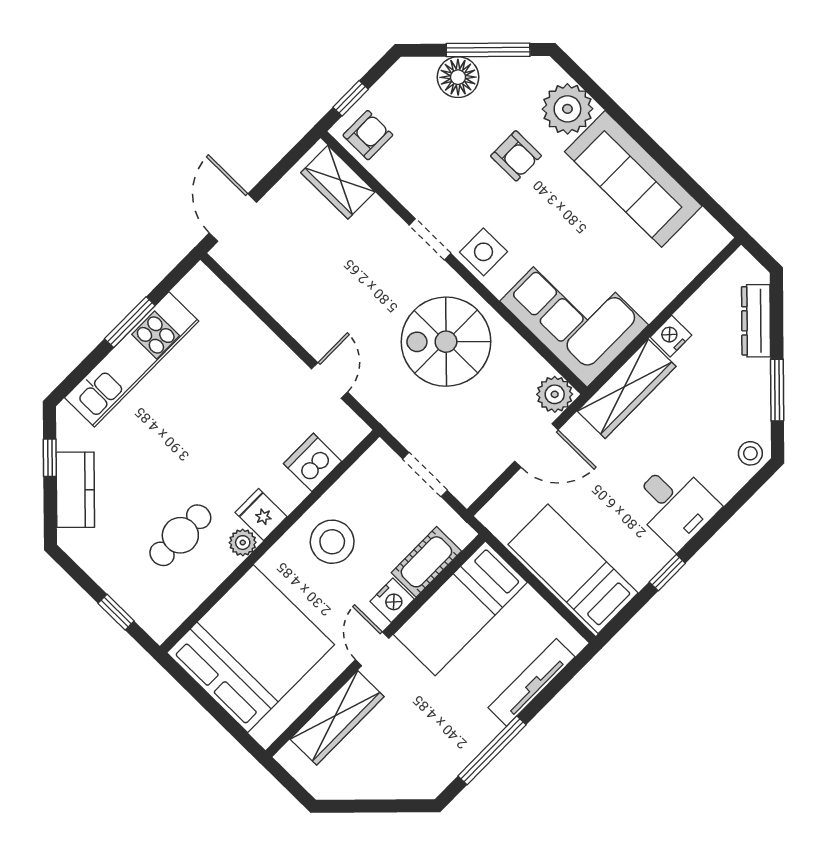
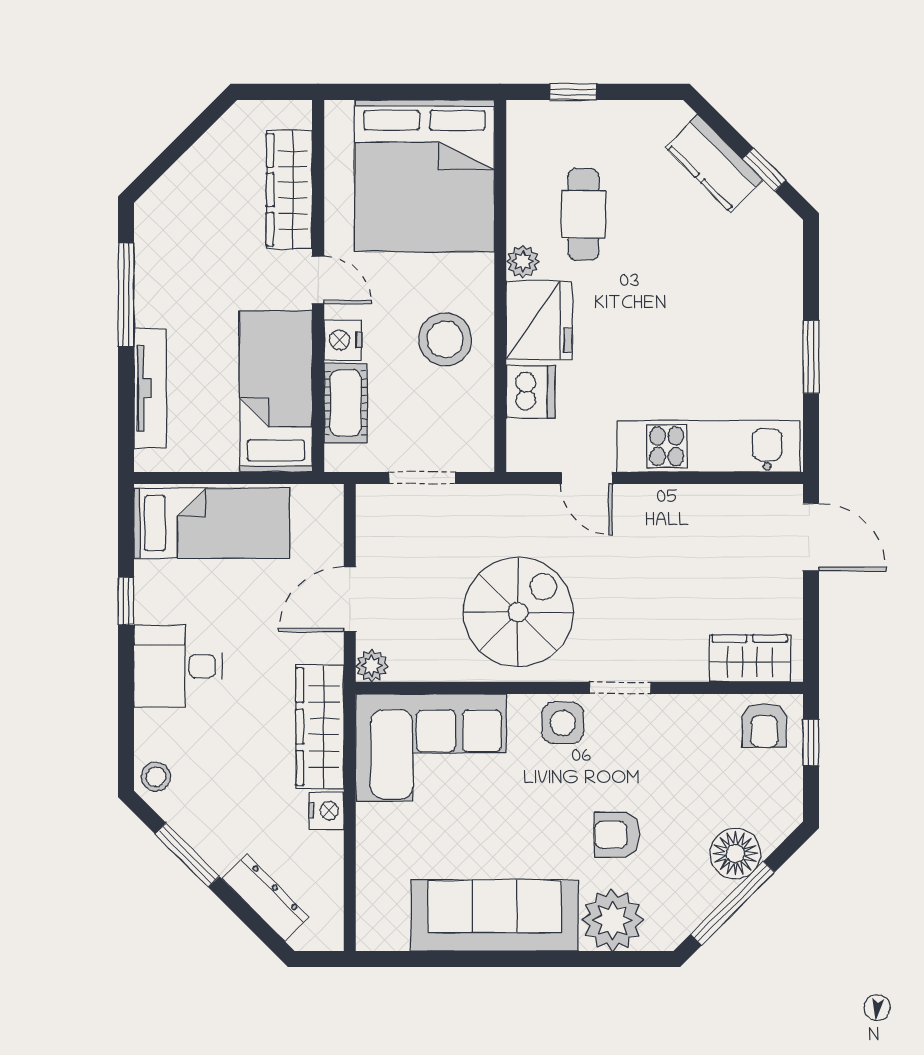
kitchen unit: (132, 359) -> (709, 446), moved, turned 90
plant: (555, 394) -> (372, 666), width x0.73, depth x0.73
fridge: (261, 514) -> (539, 320), width x1.88, depth x1.34

